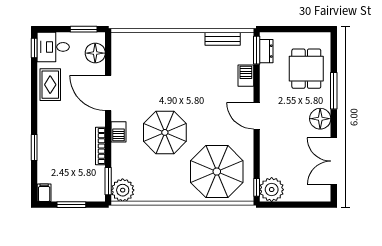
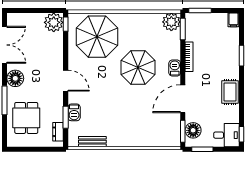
window: (257, 50) -> (66, 117), moved
window: (108, 52) -> (183, 131), added
rug: (50, 85) -> (230, 92), moved
door: (108, 93) -> (183, 99), swing flipped
window: (71, 205) -> (200, 10), moved

